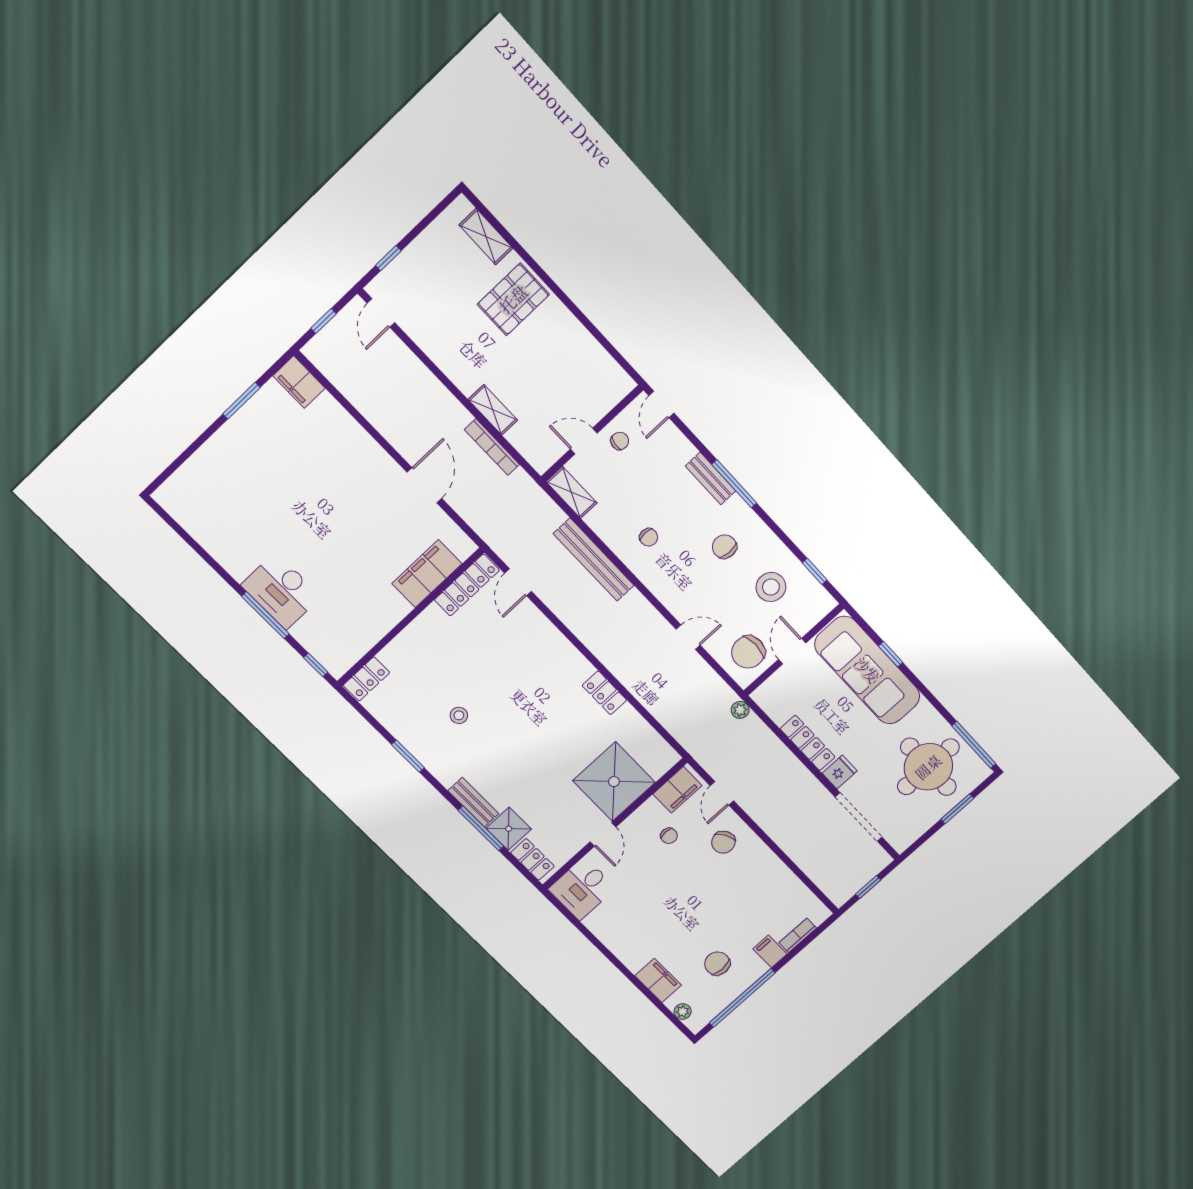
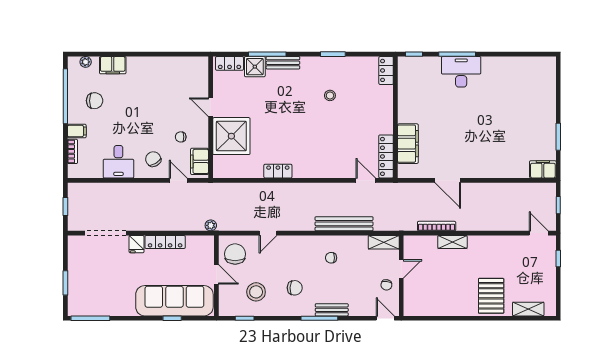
round table: (928, 767) -> (100, 288), removed
desk: (582, 889) -> (118, 162), moved, turned 180

